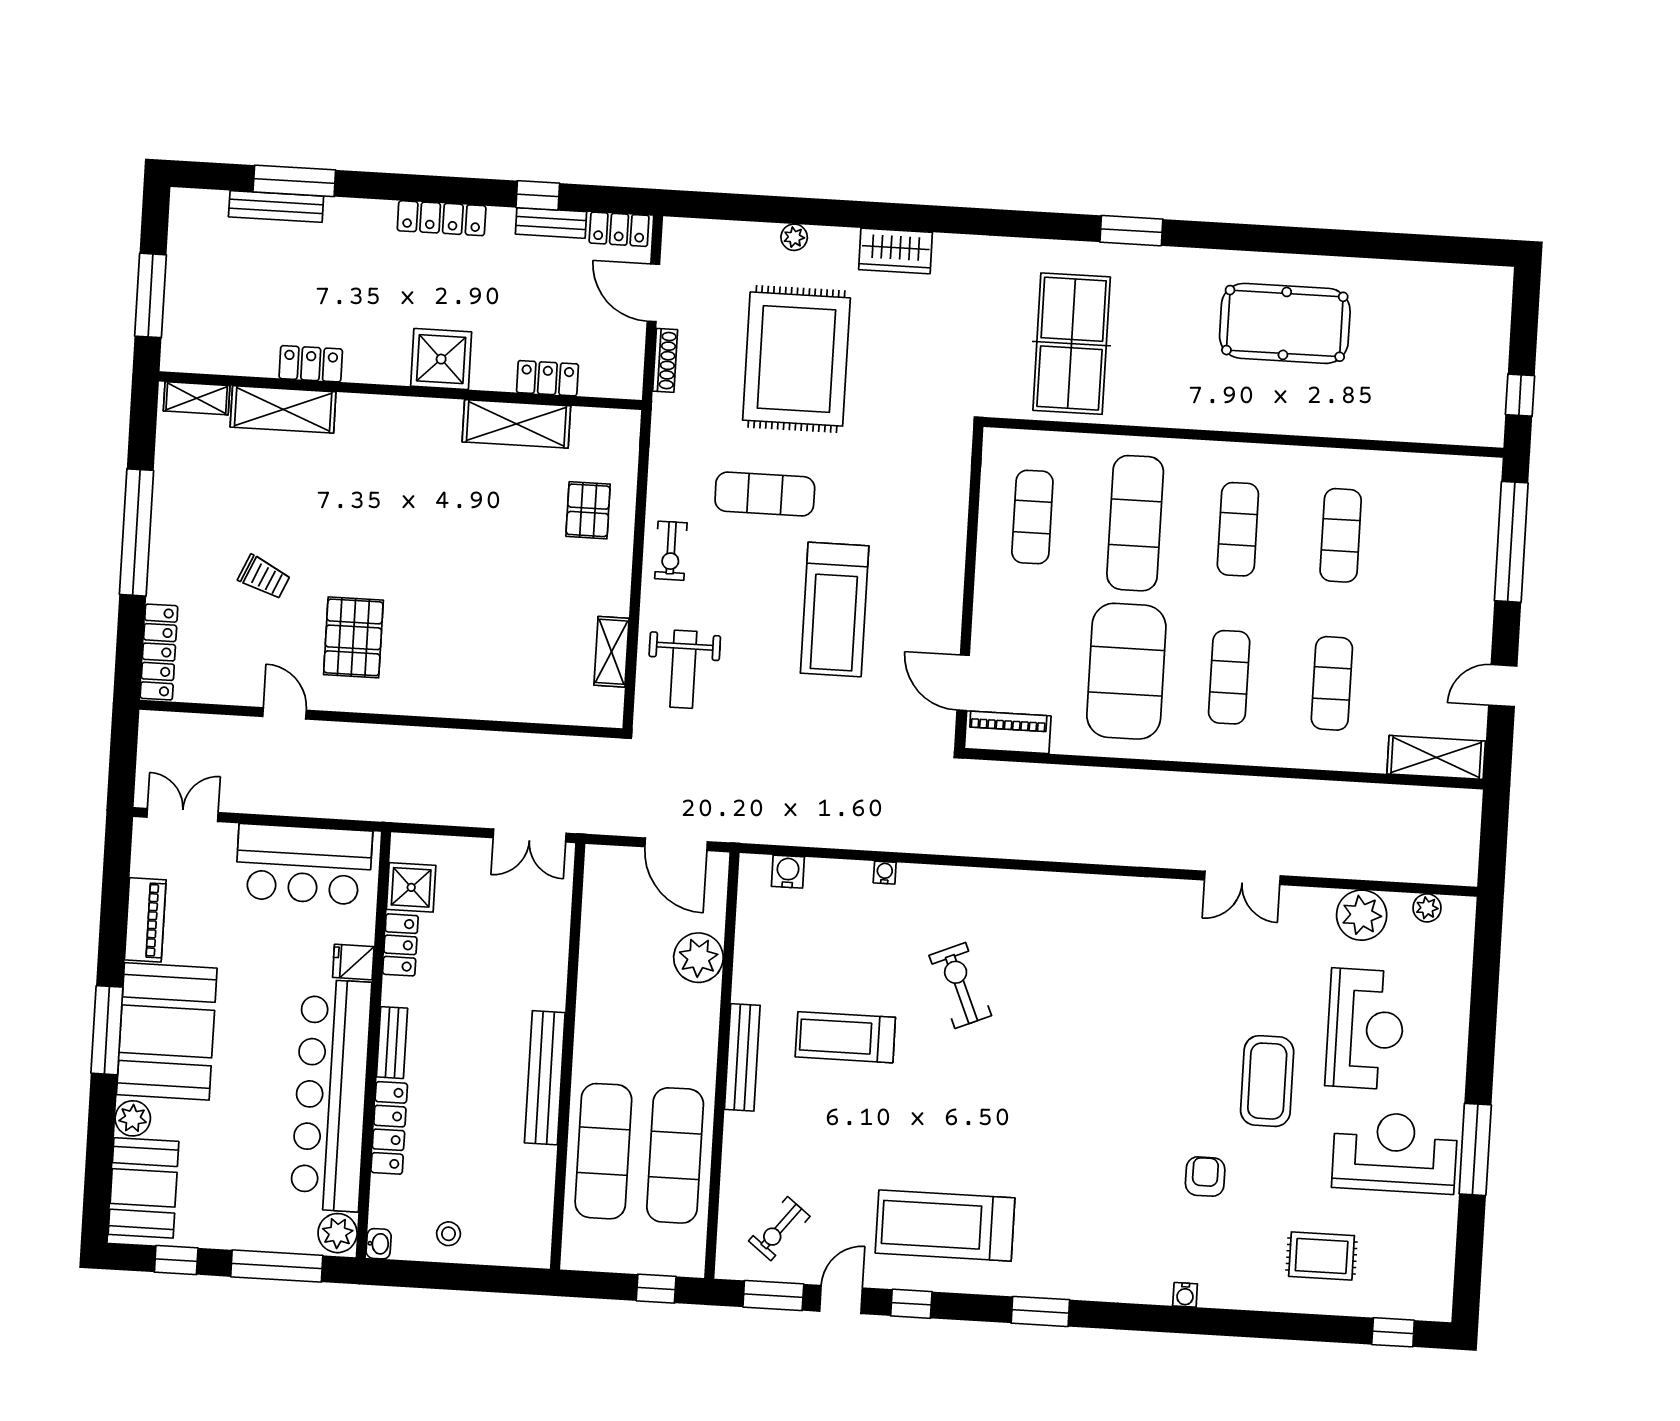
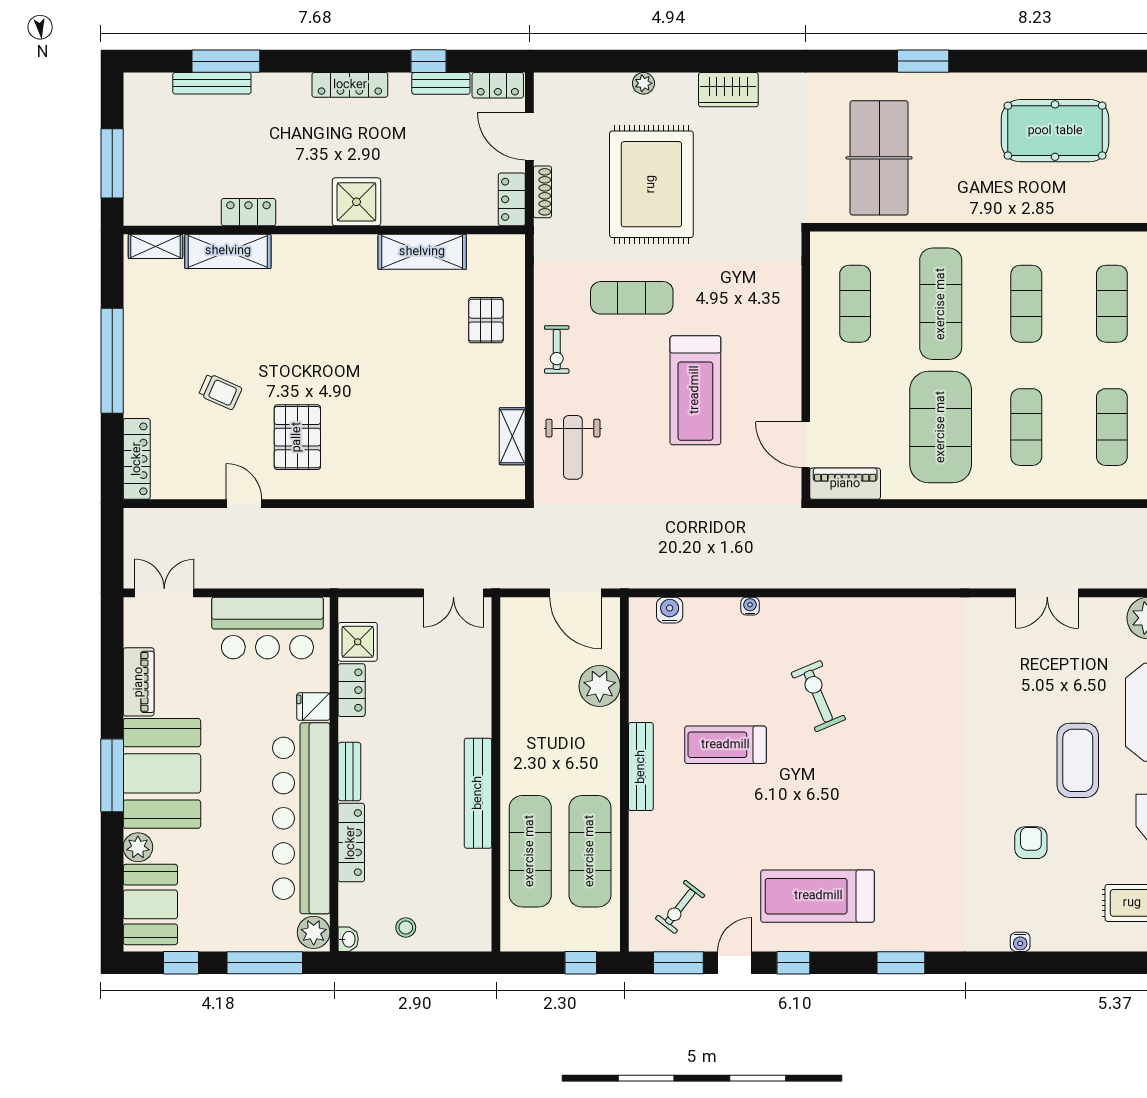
locker: (547, 378) -> (512, 199), moved, turned -90

